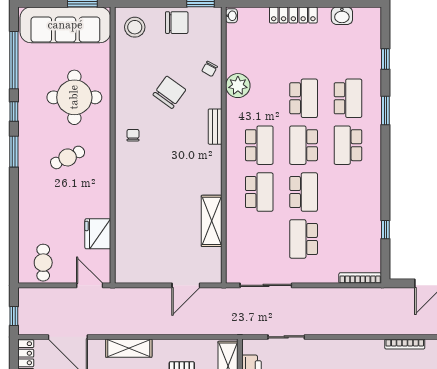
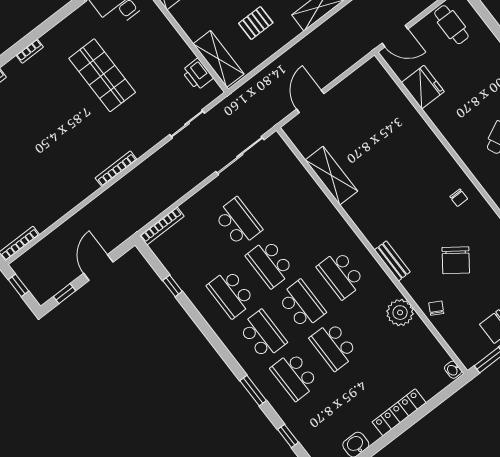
school desk: (259, 192) -> (231, 293), moved
bookcase: (405, 344) -> (116, 169), moved

